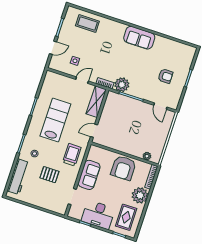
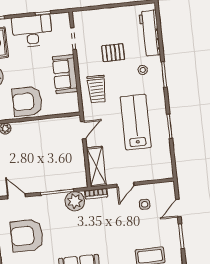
armchair: (165, 76) -> (27, 236), width x1.88, depth x1.88
lab bench: (55, 120) -> (136, 122), turned 180
armchair: (123, 168) -> (27, 101), turned -90

